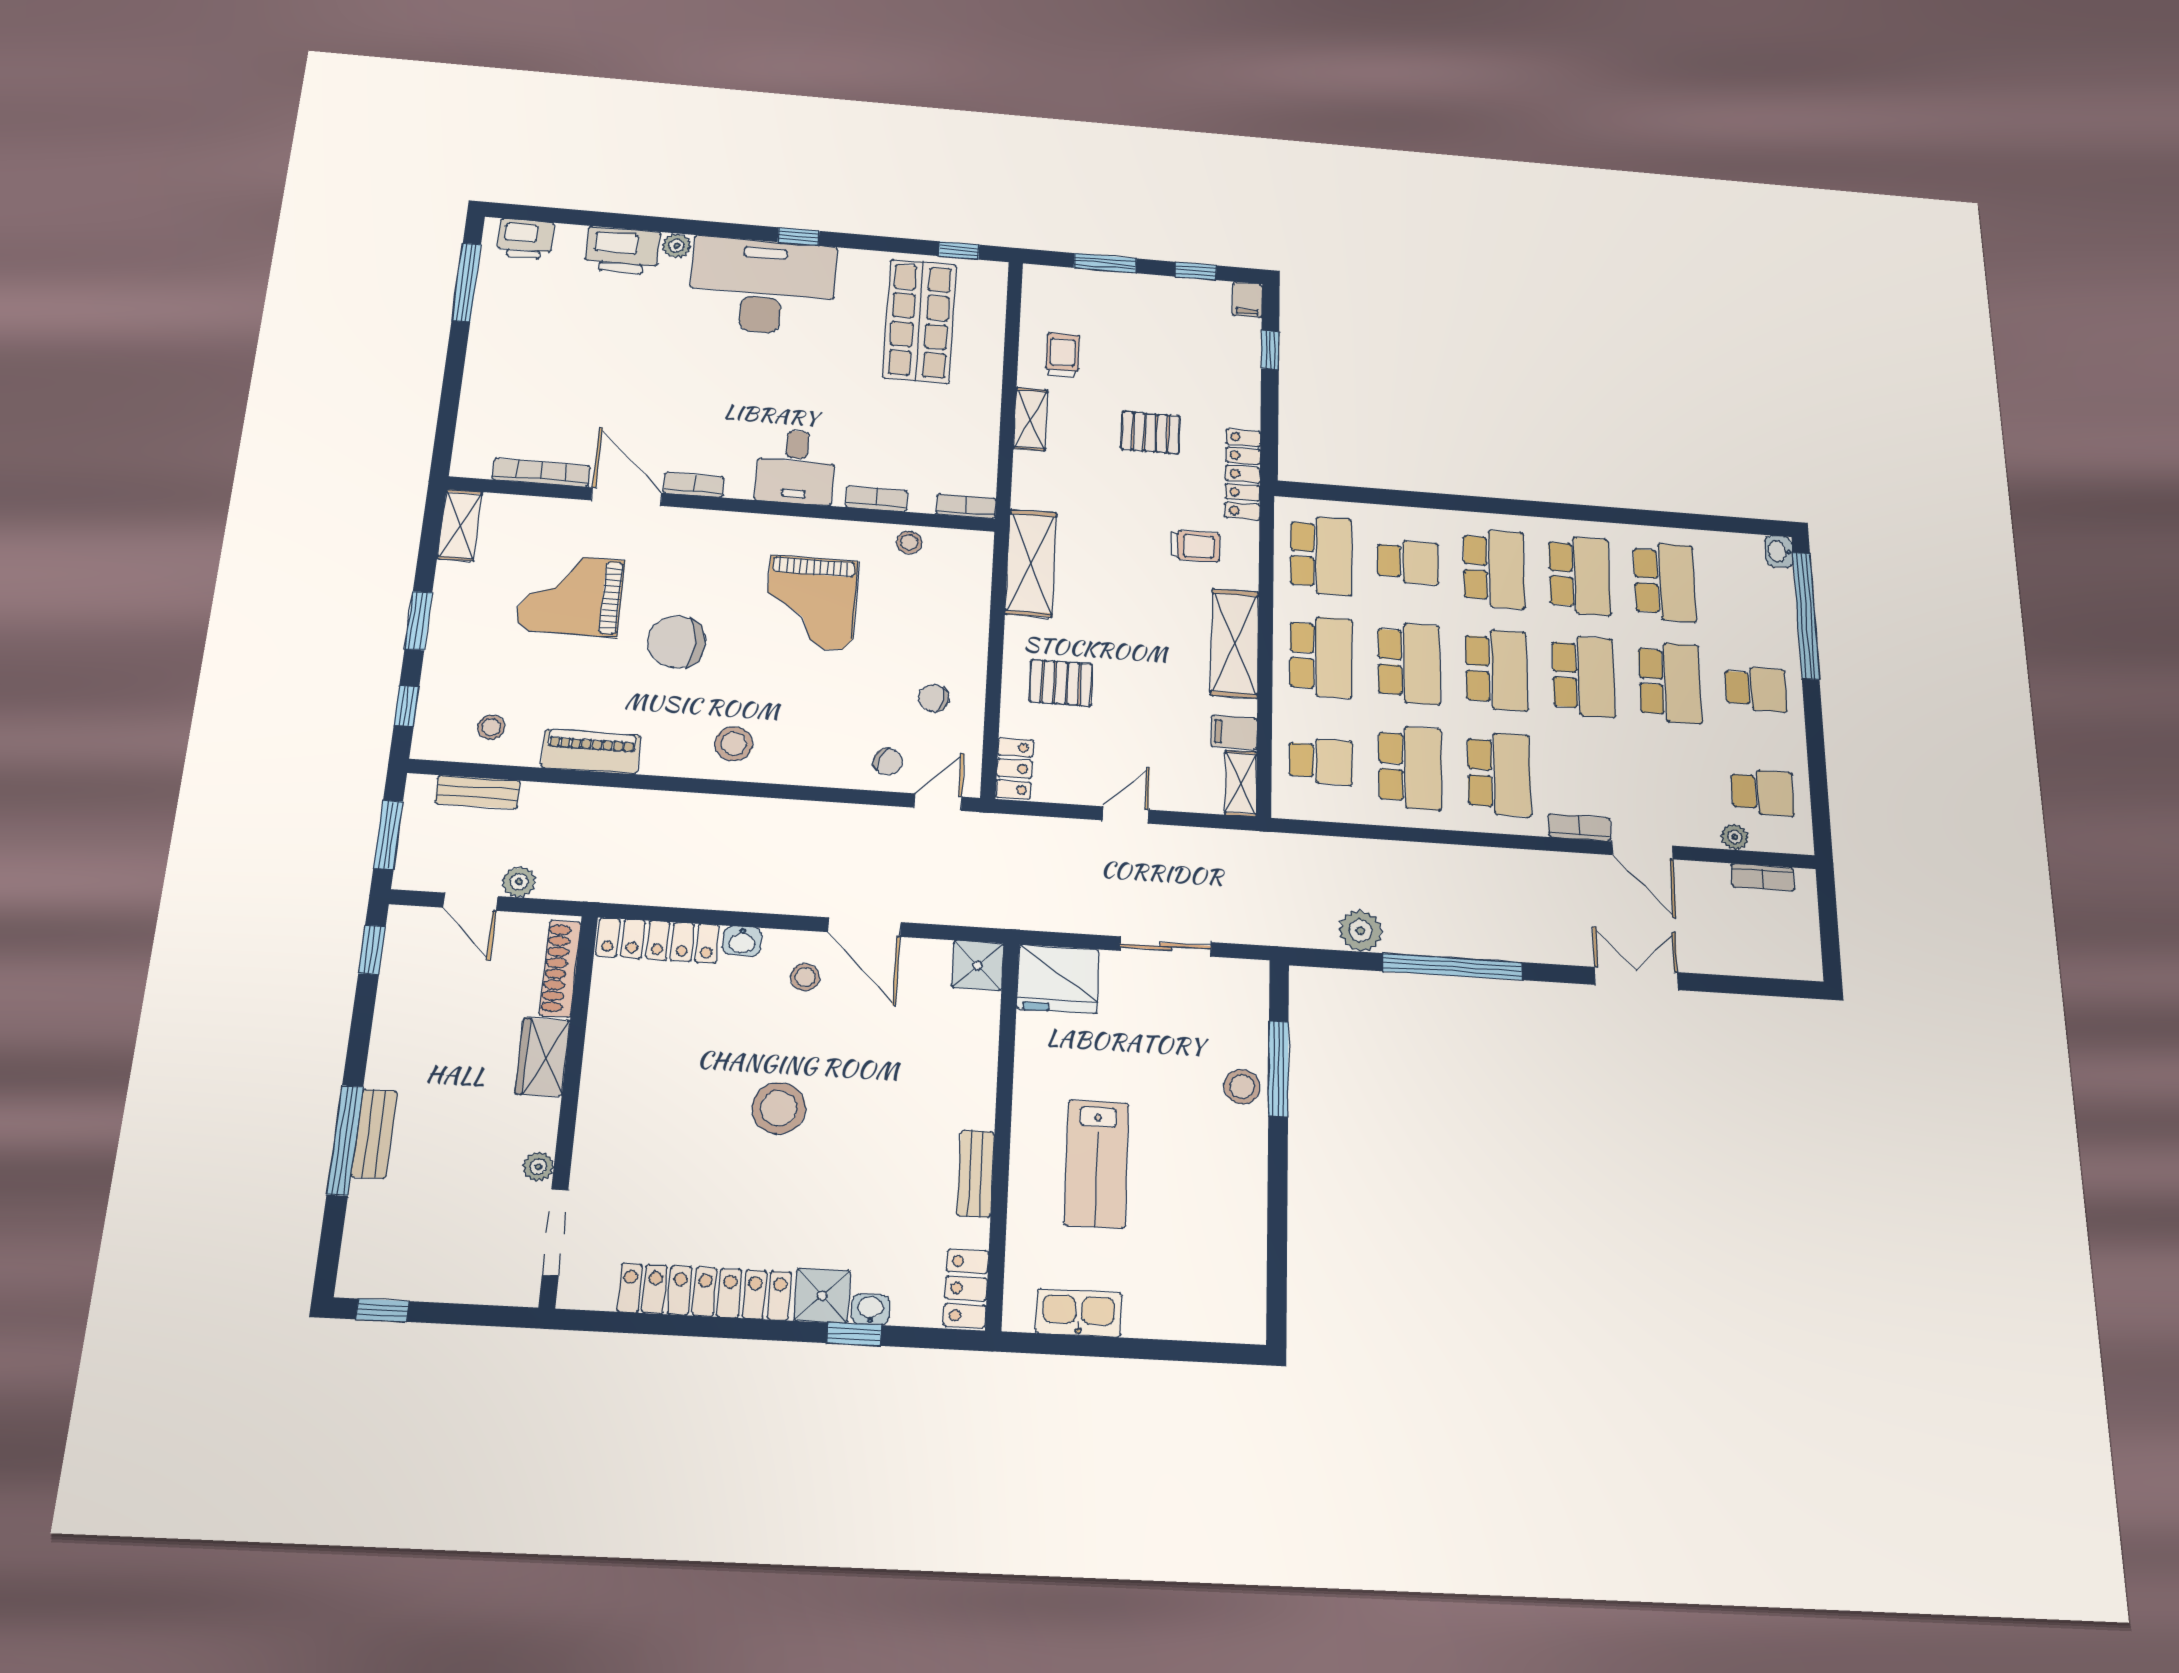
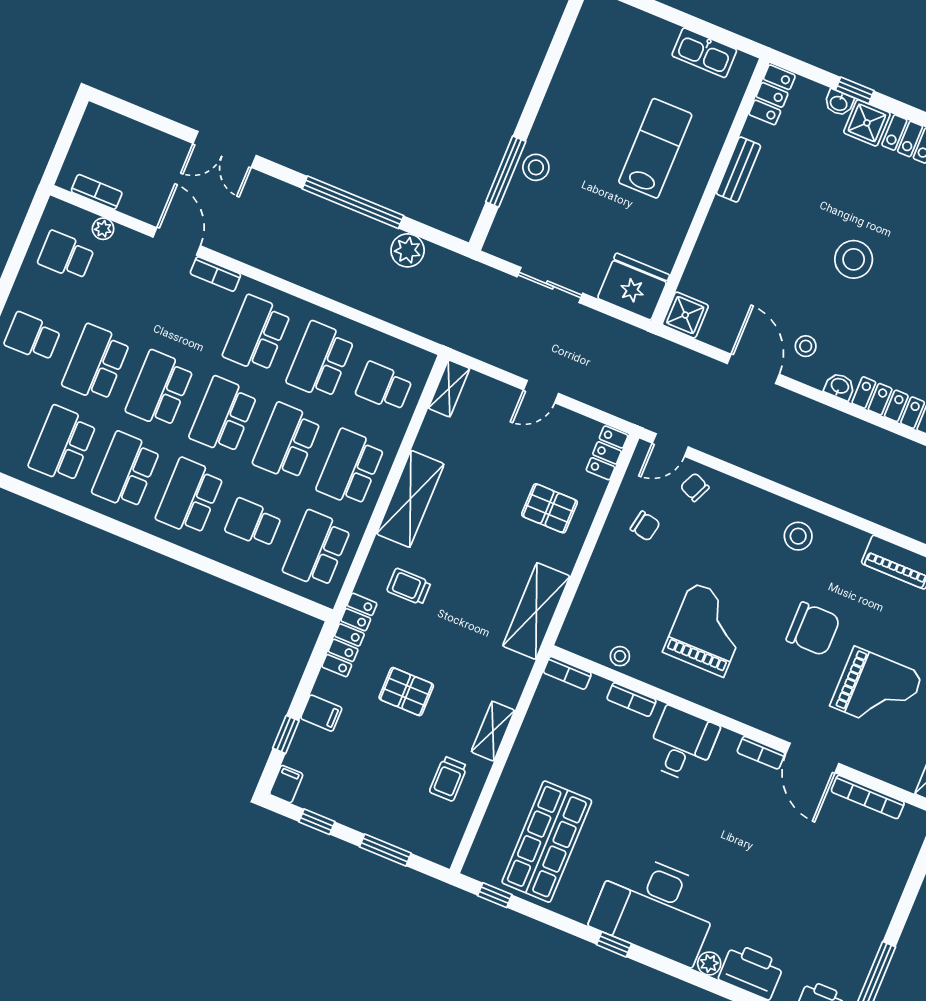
filing cabinet: (1234, 732) -> (321, 713), moved

